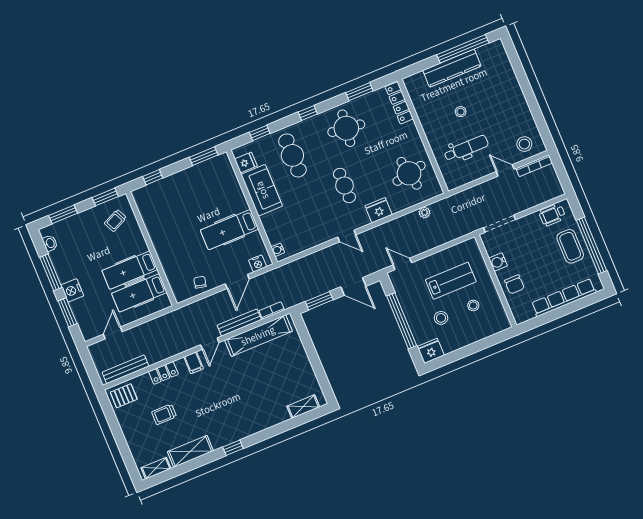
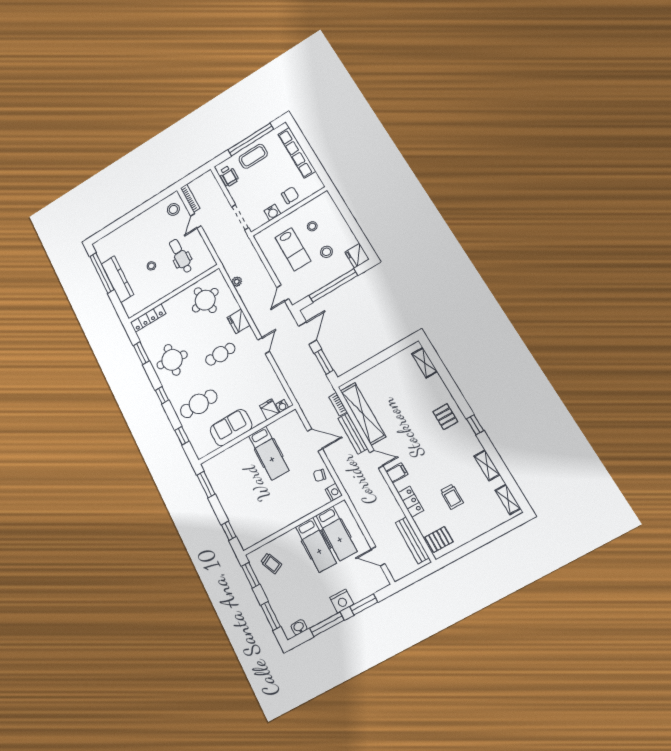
fridge: (246, 163) -> (269, 409), moved
nightstand: (258, 263) -> (334, 492), moved
lab bench: (451, 281) -> (293, 249), turned 180
pallet: (124, 396) -> (439, 540), turned 90
pallet: (245, 420) -> (445, 417), added
shelving: (190, 451) -> (487, 465), width x0.67, depth x0.75

